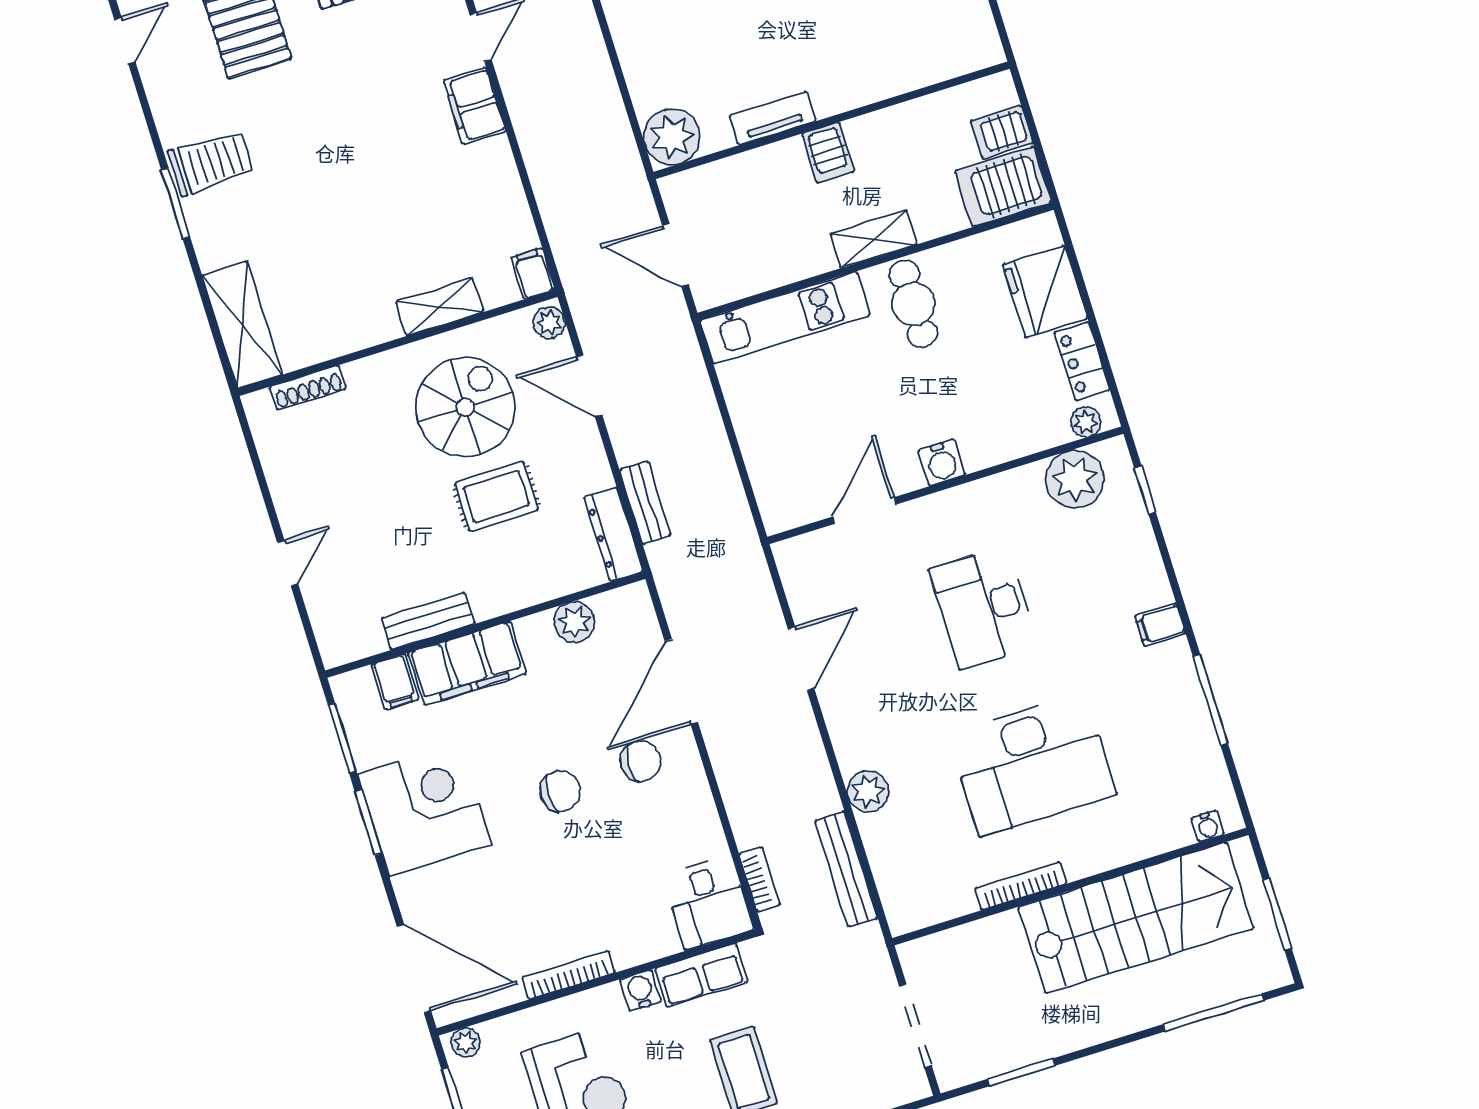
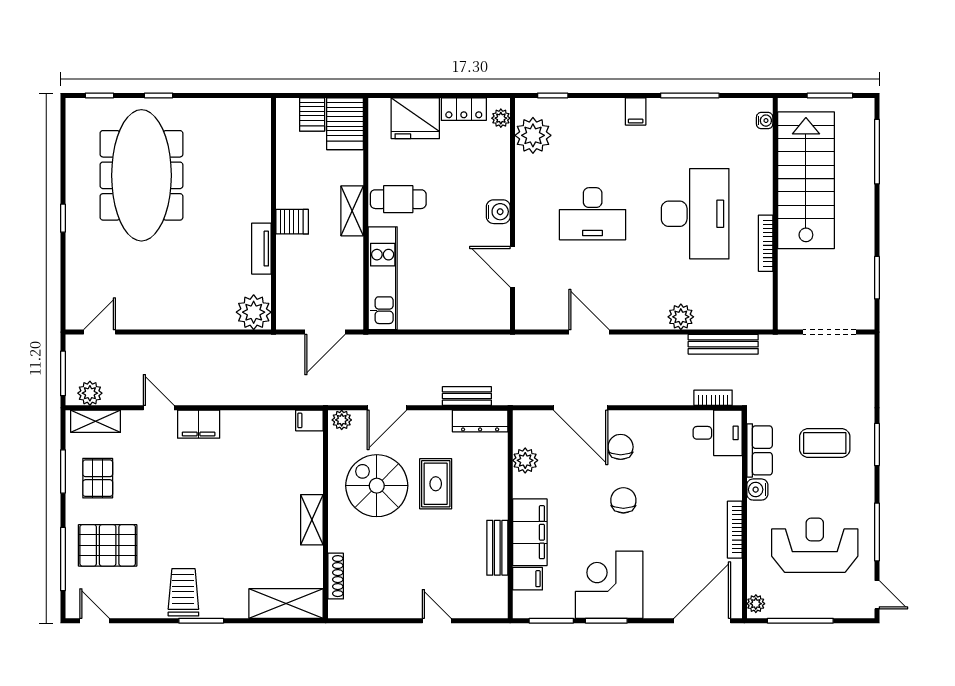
shelving: (439, 307) -> (312, 520), moved

